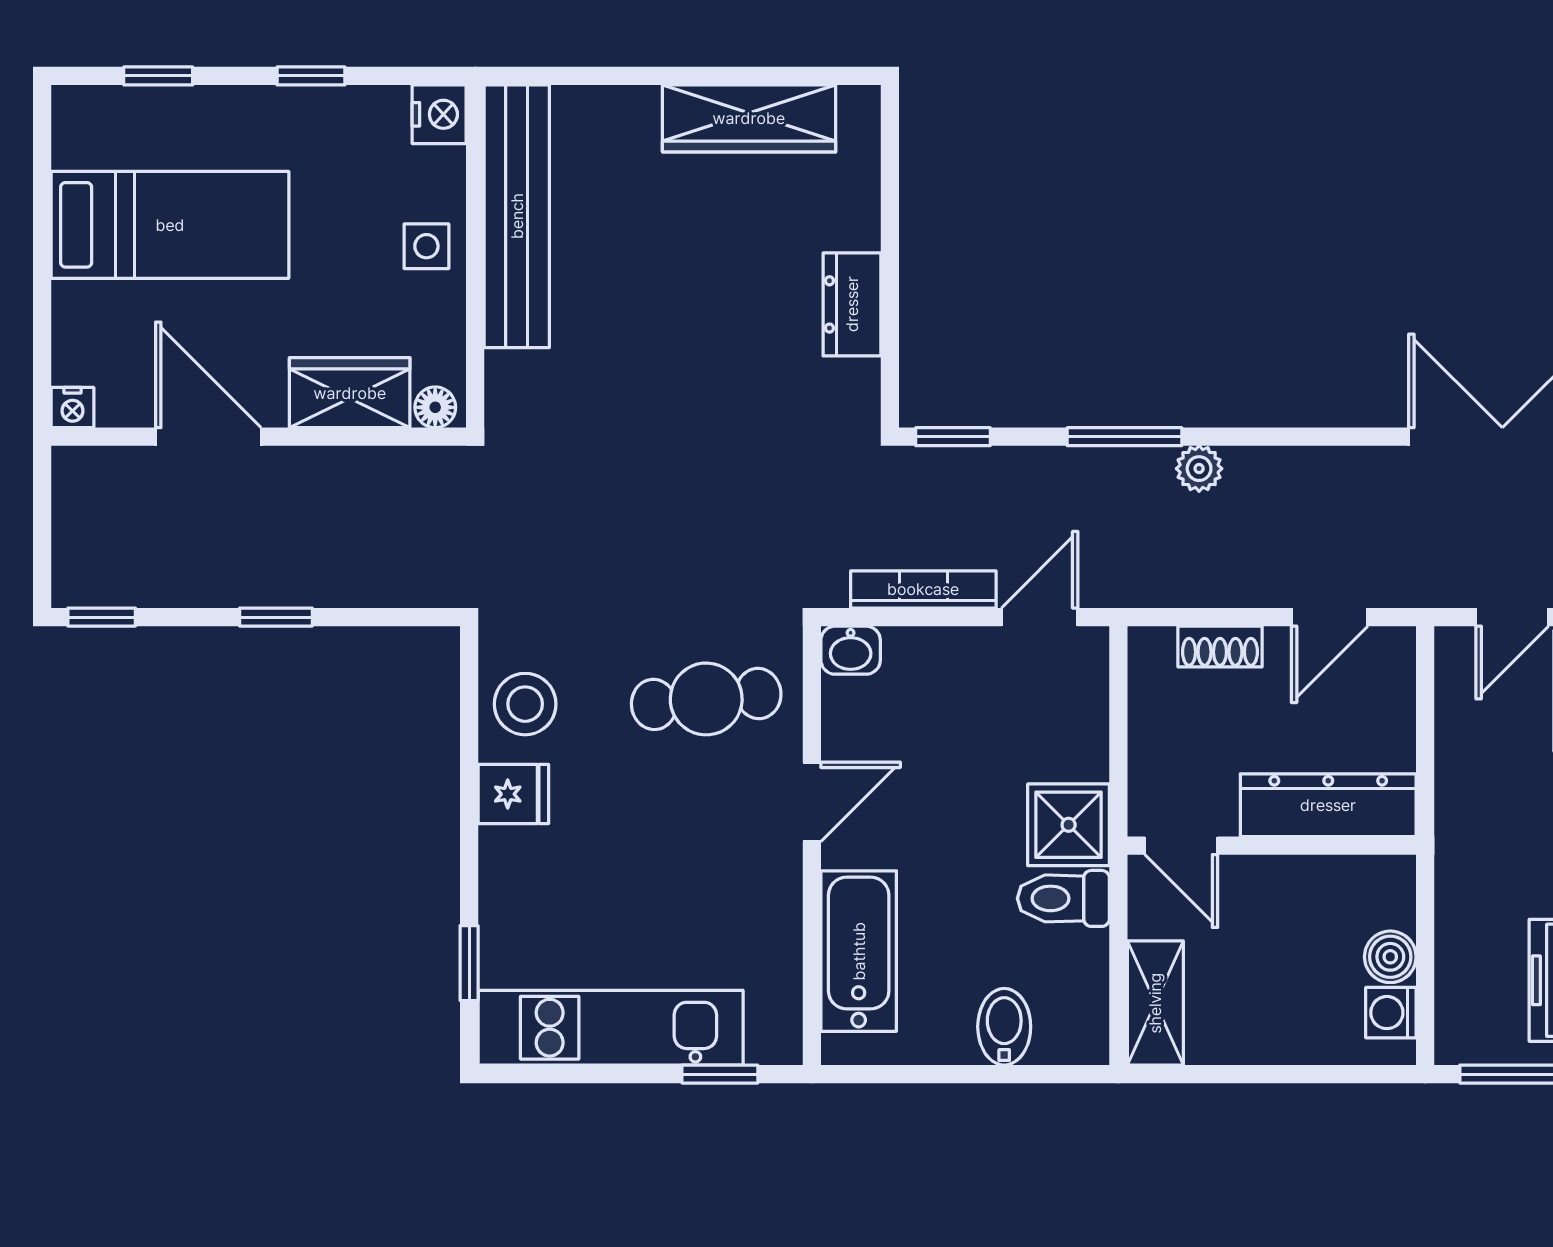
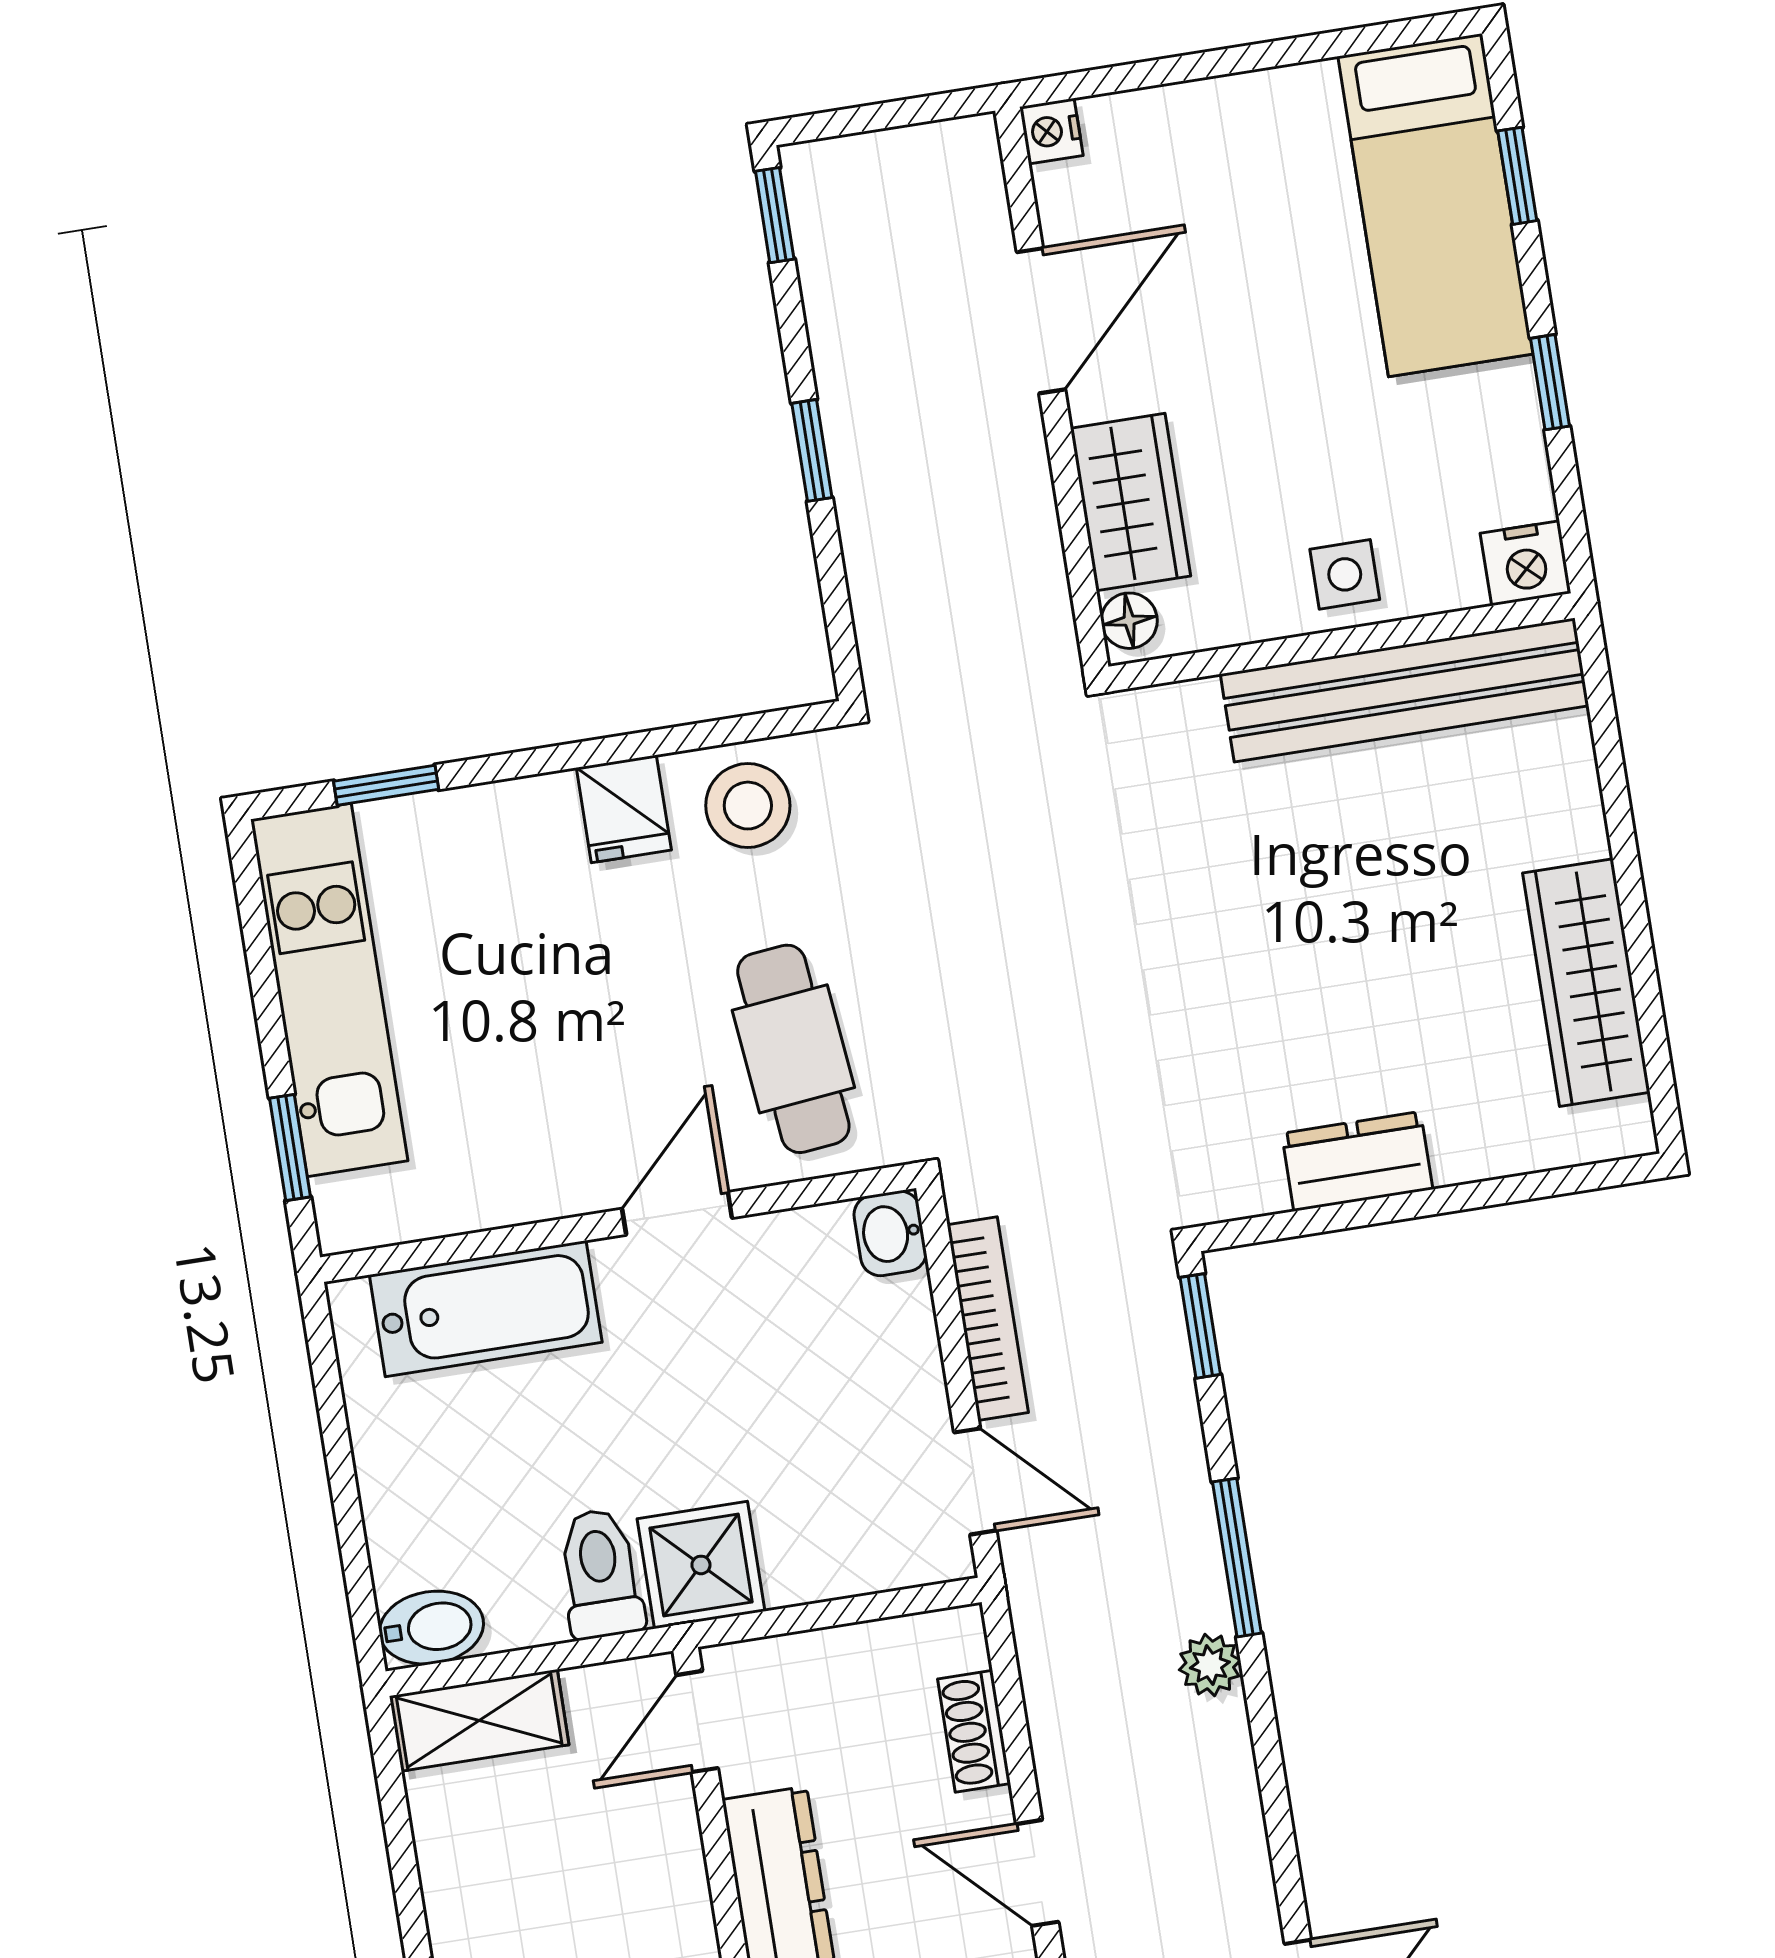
bed: (170, 225) -> (1435, 205), moved
door: (812, 802) -> (677, 1213), swing flipped
bidet: (1004, 1027) -> (431, 1628), moved

